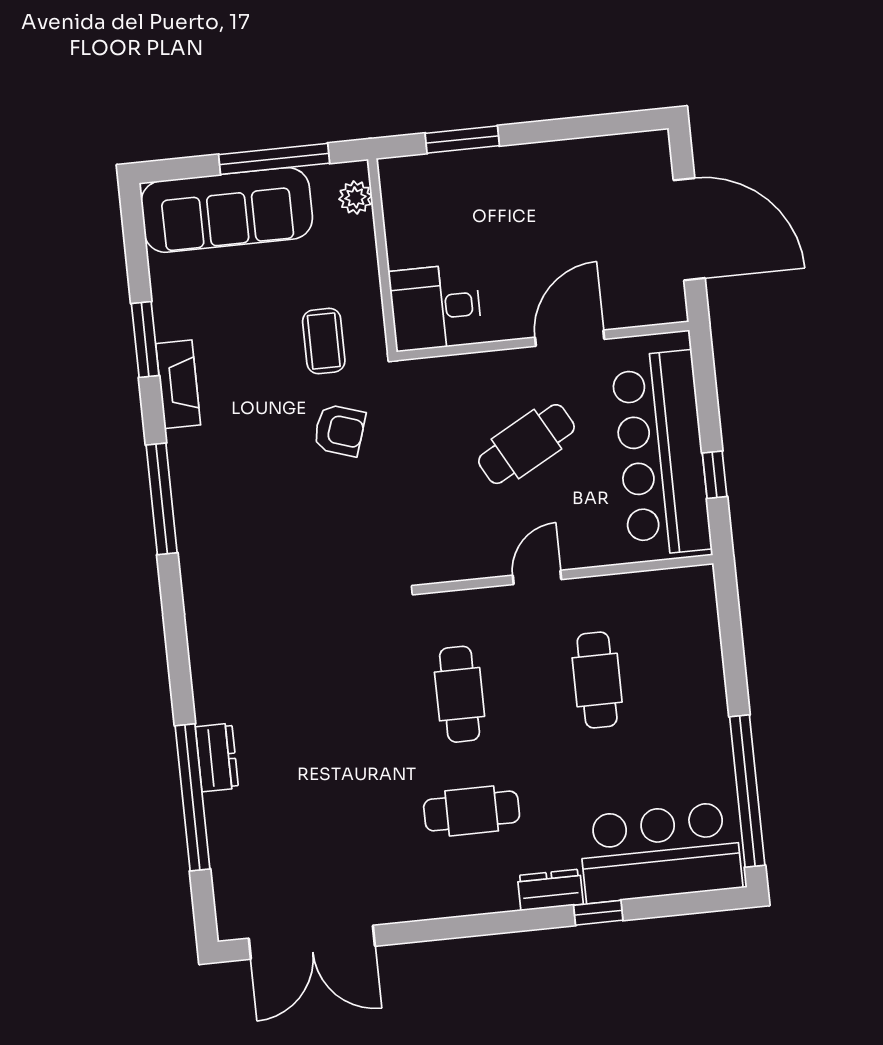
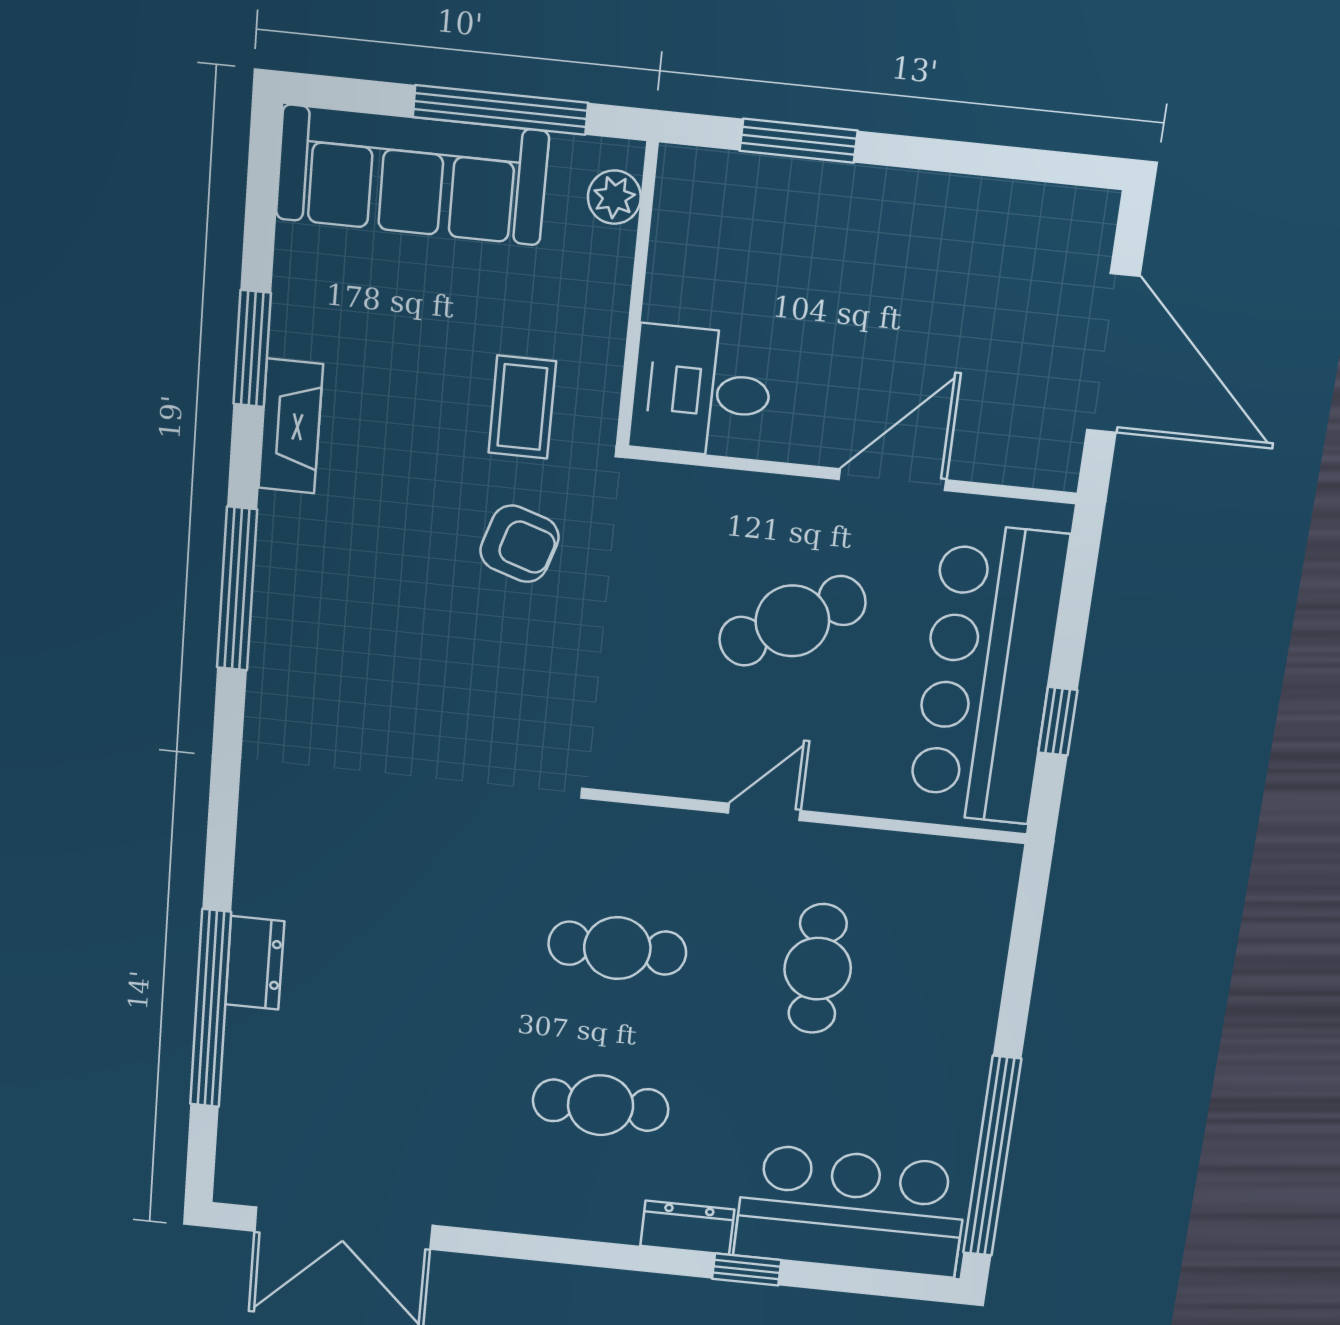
cafe table: (460, 694) -> (617, 948), turned 90

